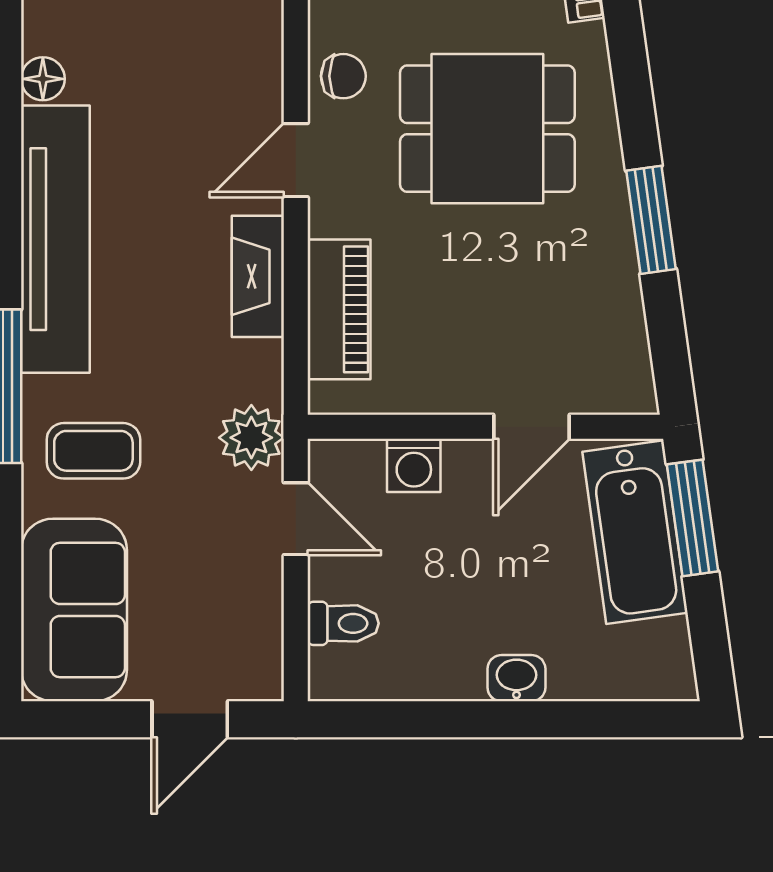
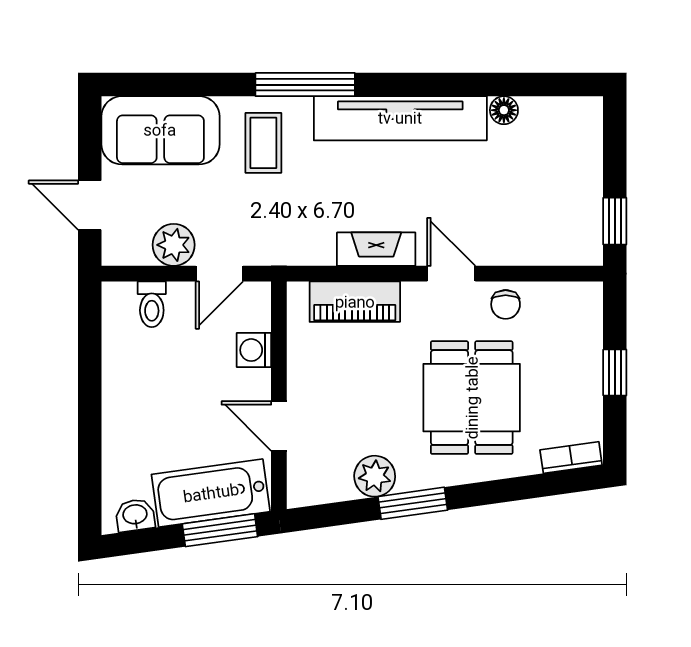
plant: (609, 279) -> (375, 476), added
plant: (251, 438) -> (174, 245), moved
washbasin: (516, 678) -> (135, 515), moved, turned -98

